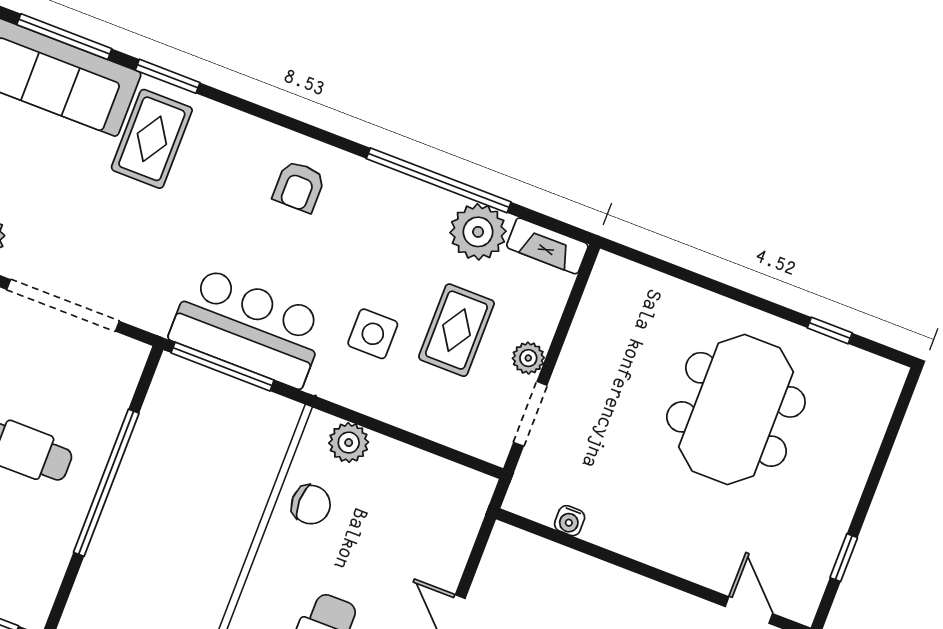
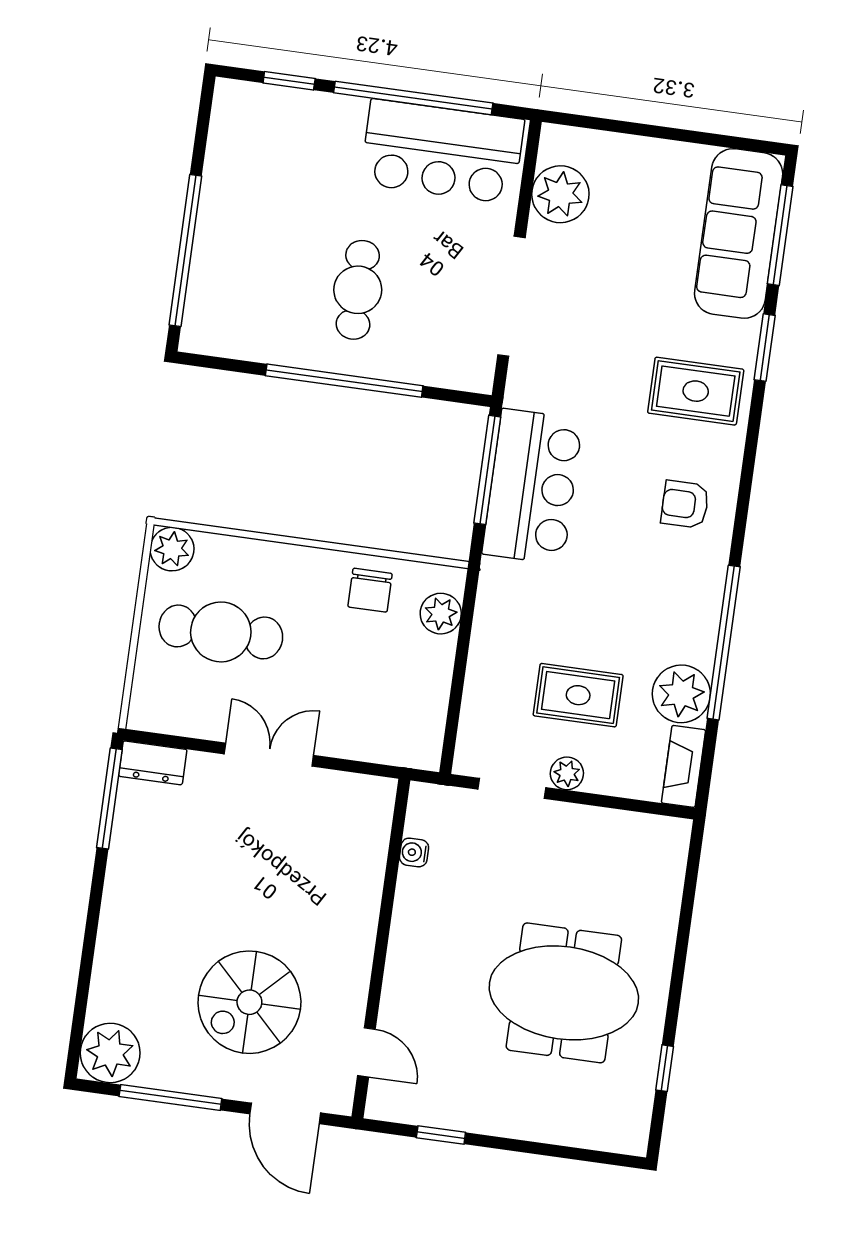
rug: (152, 139) -> (696, 391), moved
side table: (373, 334) -> (555, 612), removed
door: (749, 610) -> (366, 1052), hinge flipped

